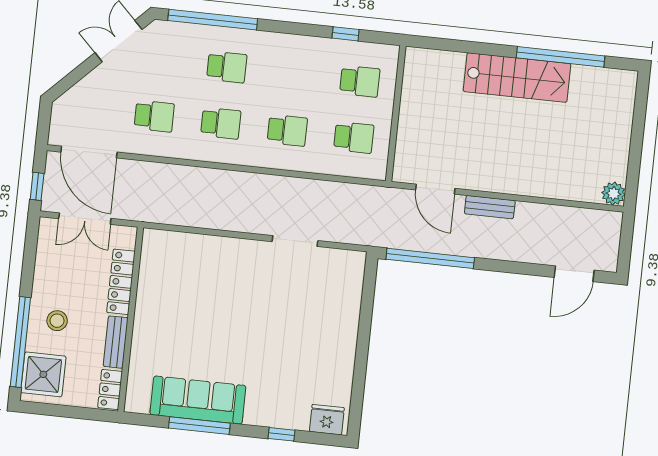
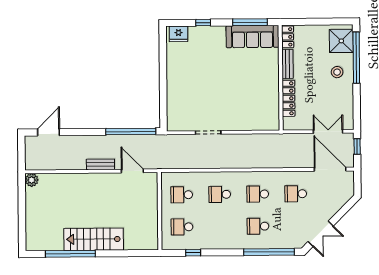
locker: (121, 282) -> (288, 98), moved
wall: (131, 319) -> (281, 78), moved
bench: (116, 342) -> (288, 64), moved
locker: (110, 389) -> (288, 37), moved

